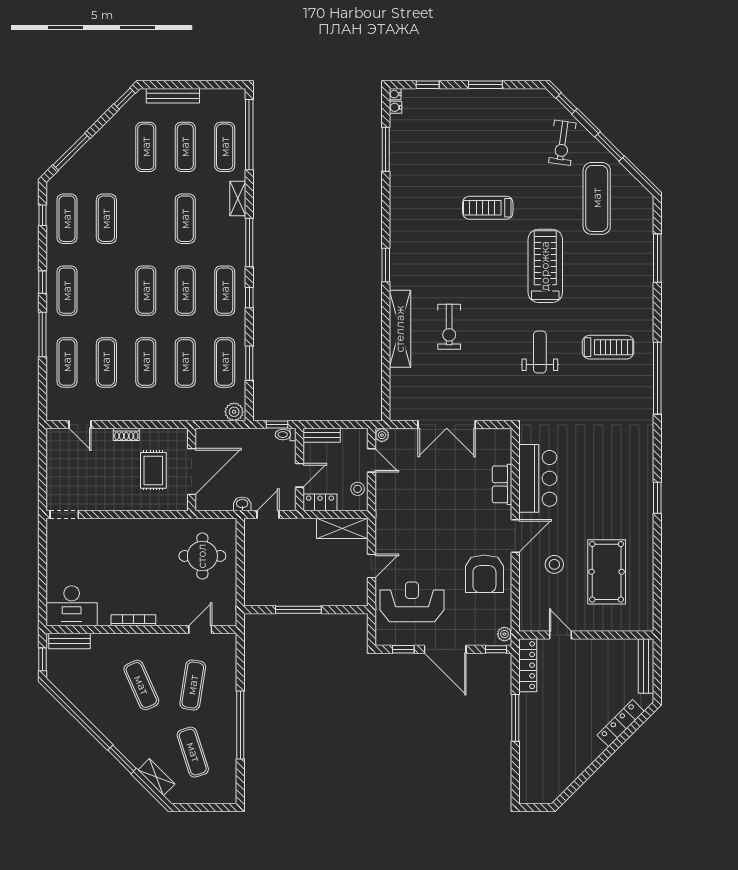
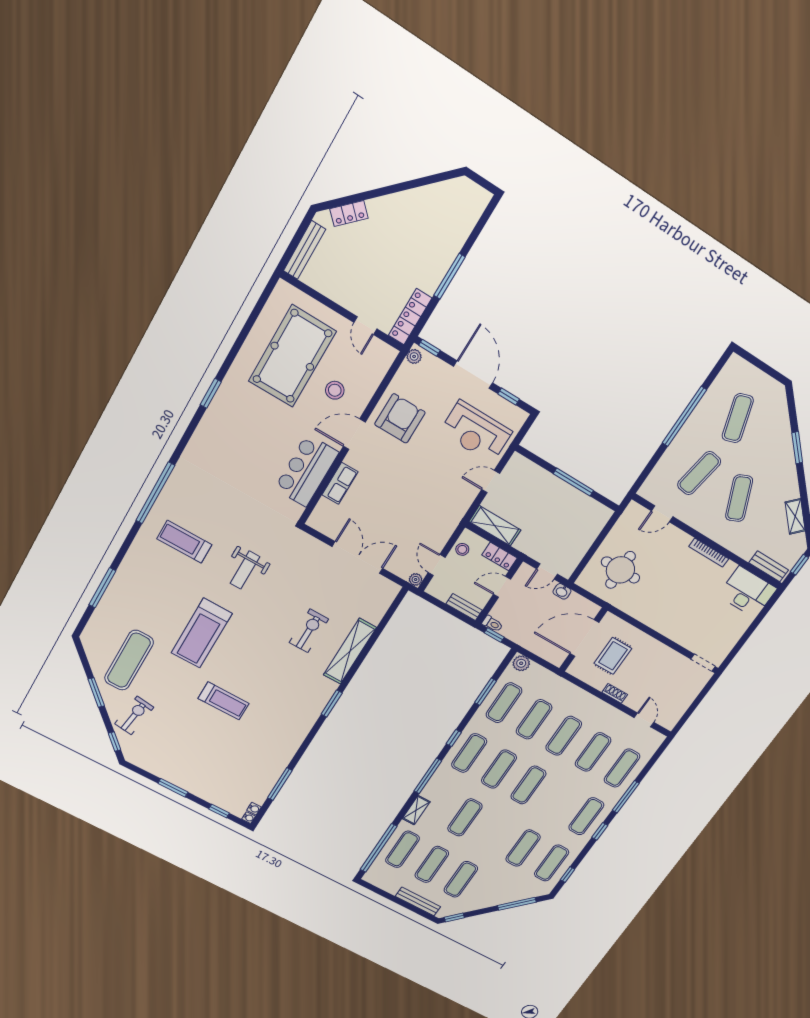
pool table: (607, 572) -> (292, 356), width x1.36, depth x1.32
locker: (621, 723) -> (349, 213), width x0.66
shelving: (156, 777) -> (795, 516), moved

